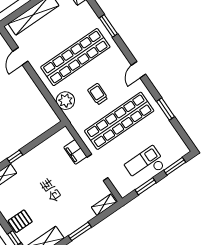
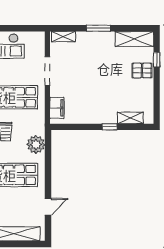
filing cabinet: (75, 152) -> (57, 108), moved
window: (146, 186) -> (18, 28), removed

